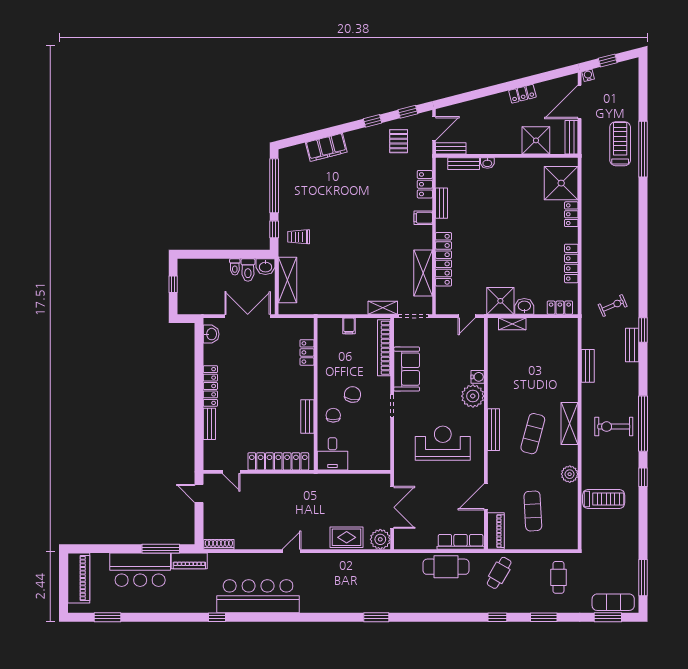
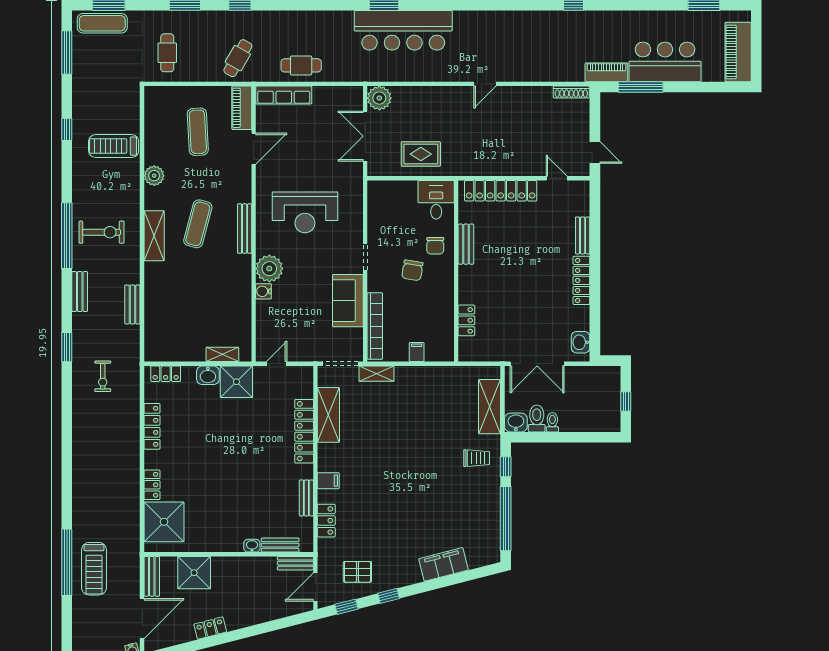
pallet: (399, 141) -> (357, 572), turned 90
exercise bike: (613, 305) -> (103, 376), turned -67
bench: (632, 345) -> (80, 292), moved
window: (643, 477) -> (67, 129), moved
rug: (347, 537) -> (421, 154), moved
cafe table: (446, 567) -> (301, 65), width x0.73, depth x0.74
bar counter: (258, 596) -> (403, 30), moved

